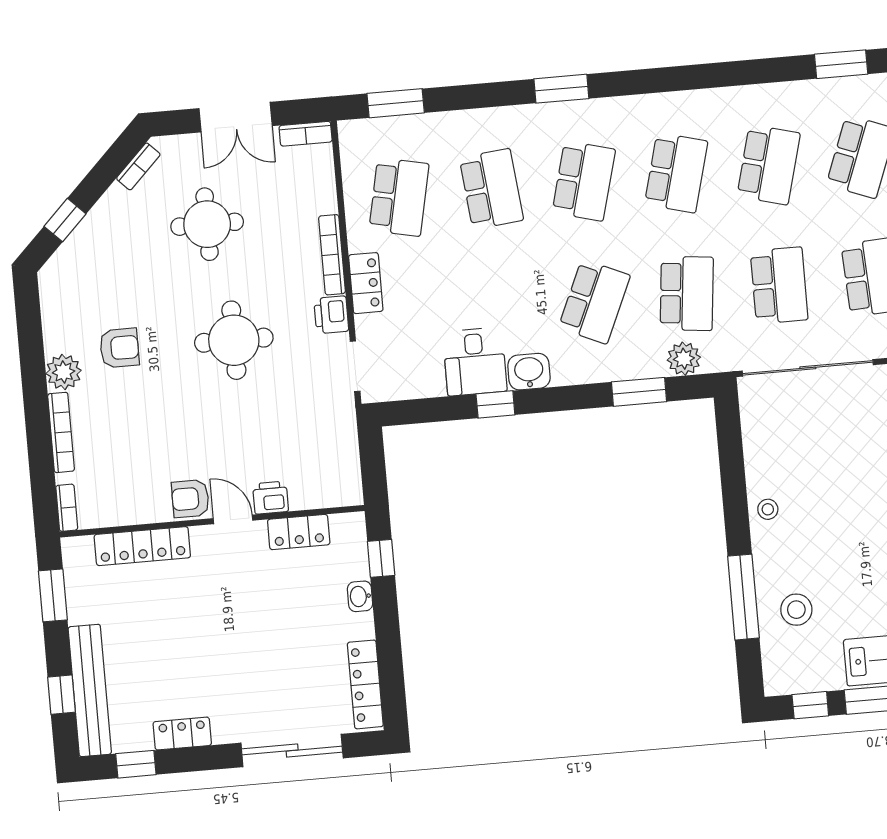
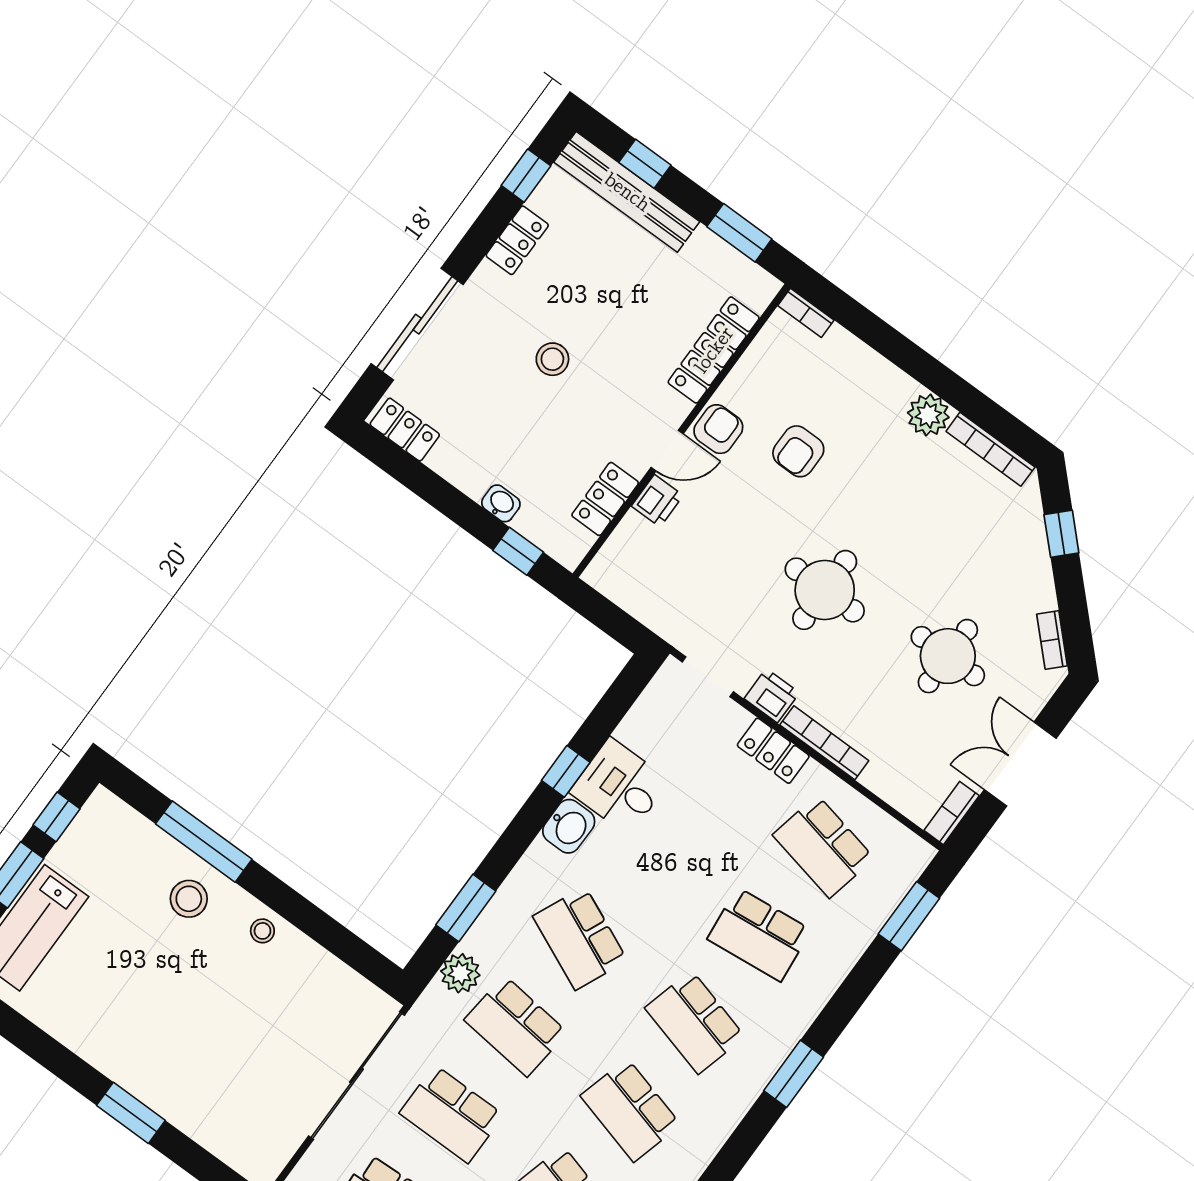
armchair: (119, 348) -> (798, 451), moved
bookcase: (61, 432) -> (990, 449), moved
stool: (796, 610) -> (189, 899), moved
stool: (239, 644) -> (552, 359), added
locker: (365, 684) -> (405, 430), width x0.66

